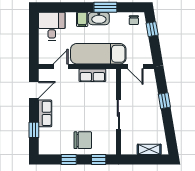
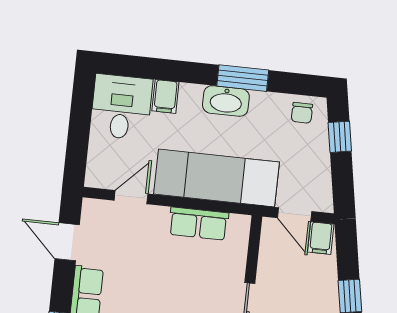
filing cabinet: (82, 19) -> (165, 96), moved
filing cabinet: (148, 76) -> (321, 238), added
door: (34, 90) -> (67, 242), swing flipped

